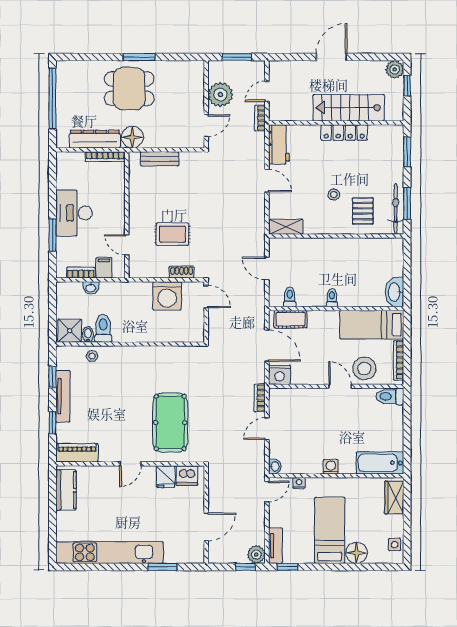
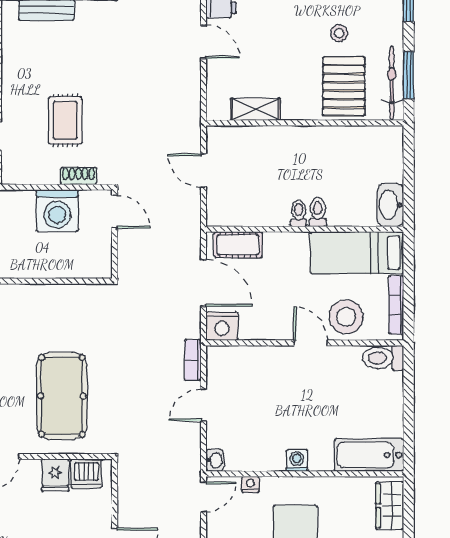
stool: (334, 195) -> (339, 33), moved
pallet: (363, 211) -> (344, 86), width x1.50, depth x1.42
shelving: (286, 227) -> (255, 109), moved
rug: (172, 234) -> (65, 120), turned 90
toilet: (290, 297) -> (318, 212), moved

